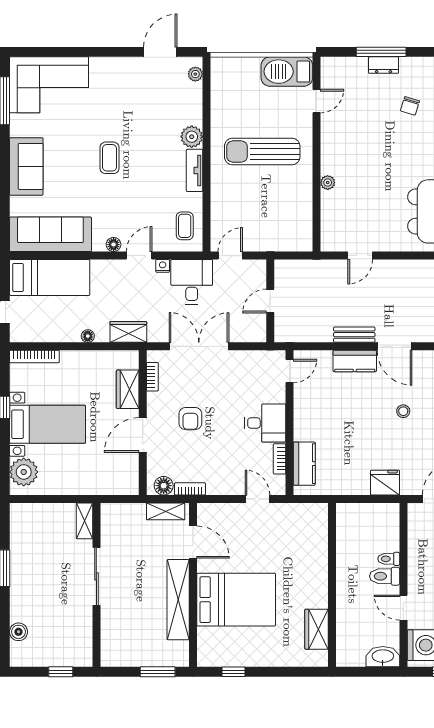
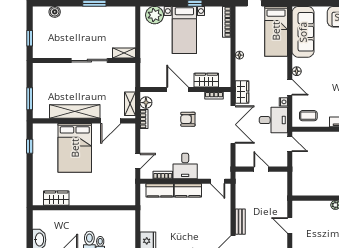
wardrobe: (128, 332) -> (242, 92), moved
kitchen counter: (355, 361) -> (188, 190), moved, turned -90

